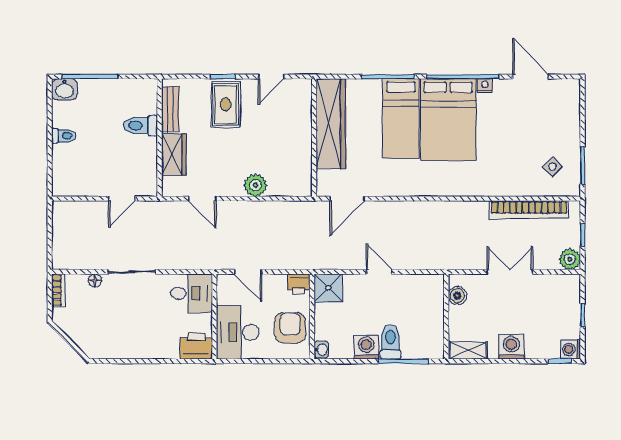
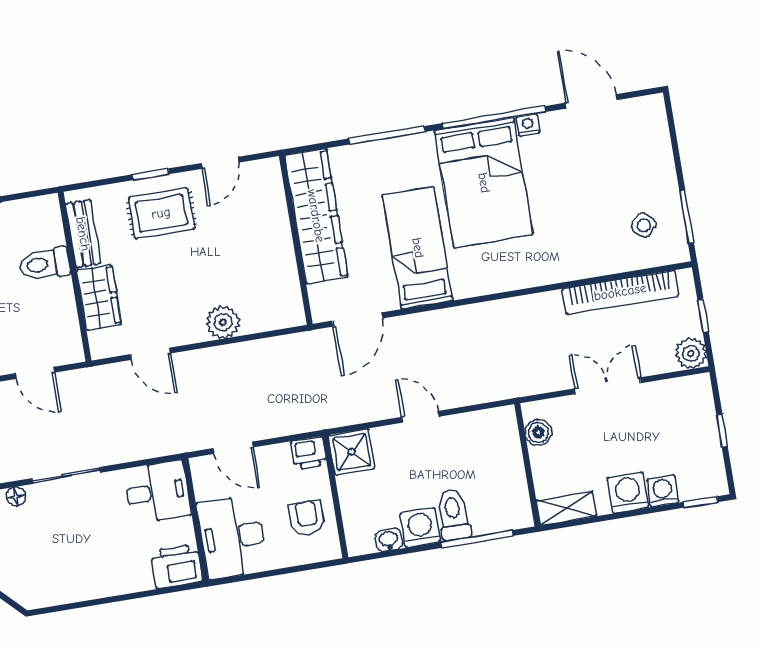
rug: (226, 104) -> (161, 213), turned 90
bed: (401, 119) -> (418, 248), moved, turned 180
door: (122, 199) -> (35, 373), hinge flipped
armchair: (290, 328) -> (307, 518), width x0.72, depth x0.72
washing machine: (571, 349) -> (663, 491), moved, turned 90
washbasin: (321, 350) -> (389, 540), moved, turned -90

